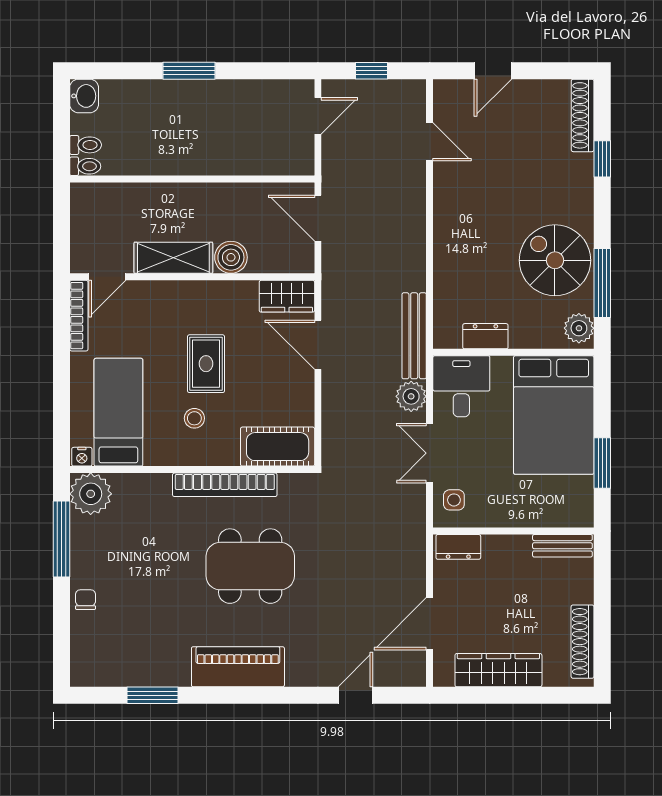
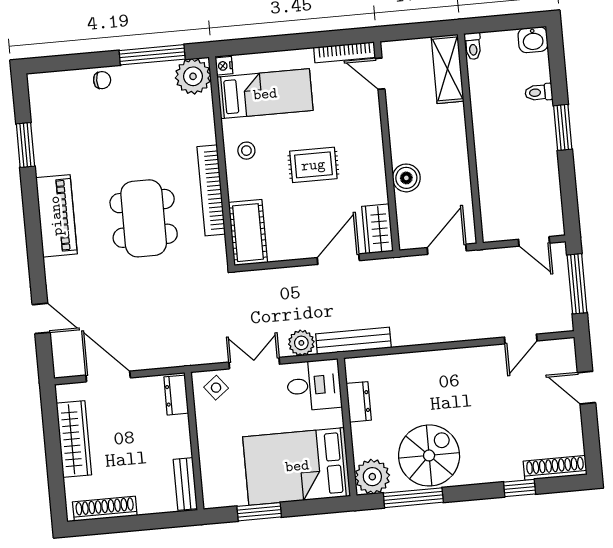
window: (372, 71) -> (577, 284), width x2.17
toilet: (86, 145) -> (539, 92), moved, turned 90
shelving: (173, 258) -> (448, 69), moved
plant: (579, 328) -> (372, 477), width x1.36, depth x1.36
stool: (194, 418) -> (246, 151), moved
side table: (454, 500) -> (216, 388), turned -38

